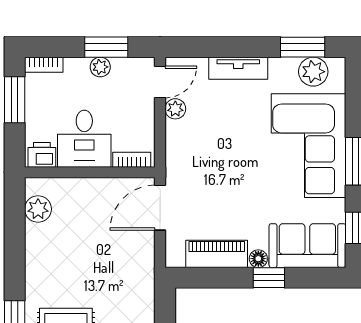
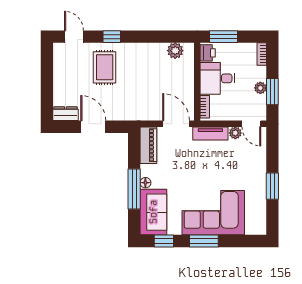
window: (303, 47) -> (272, 186), moved
tv unit: (238, 68) -> (210, 133), moved, turned -90
plant: (313, 72) -> (258, 216), removed
window: (15, 100) -> (223, 37), moved
piano: (217, 254) -> (148, 145), moved
window: (269, 278) -> (134, 189), width x2.17

